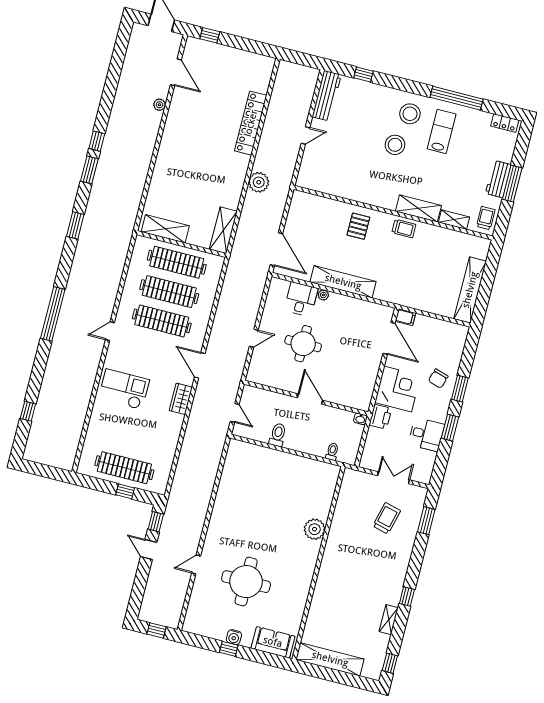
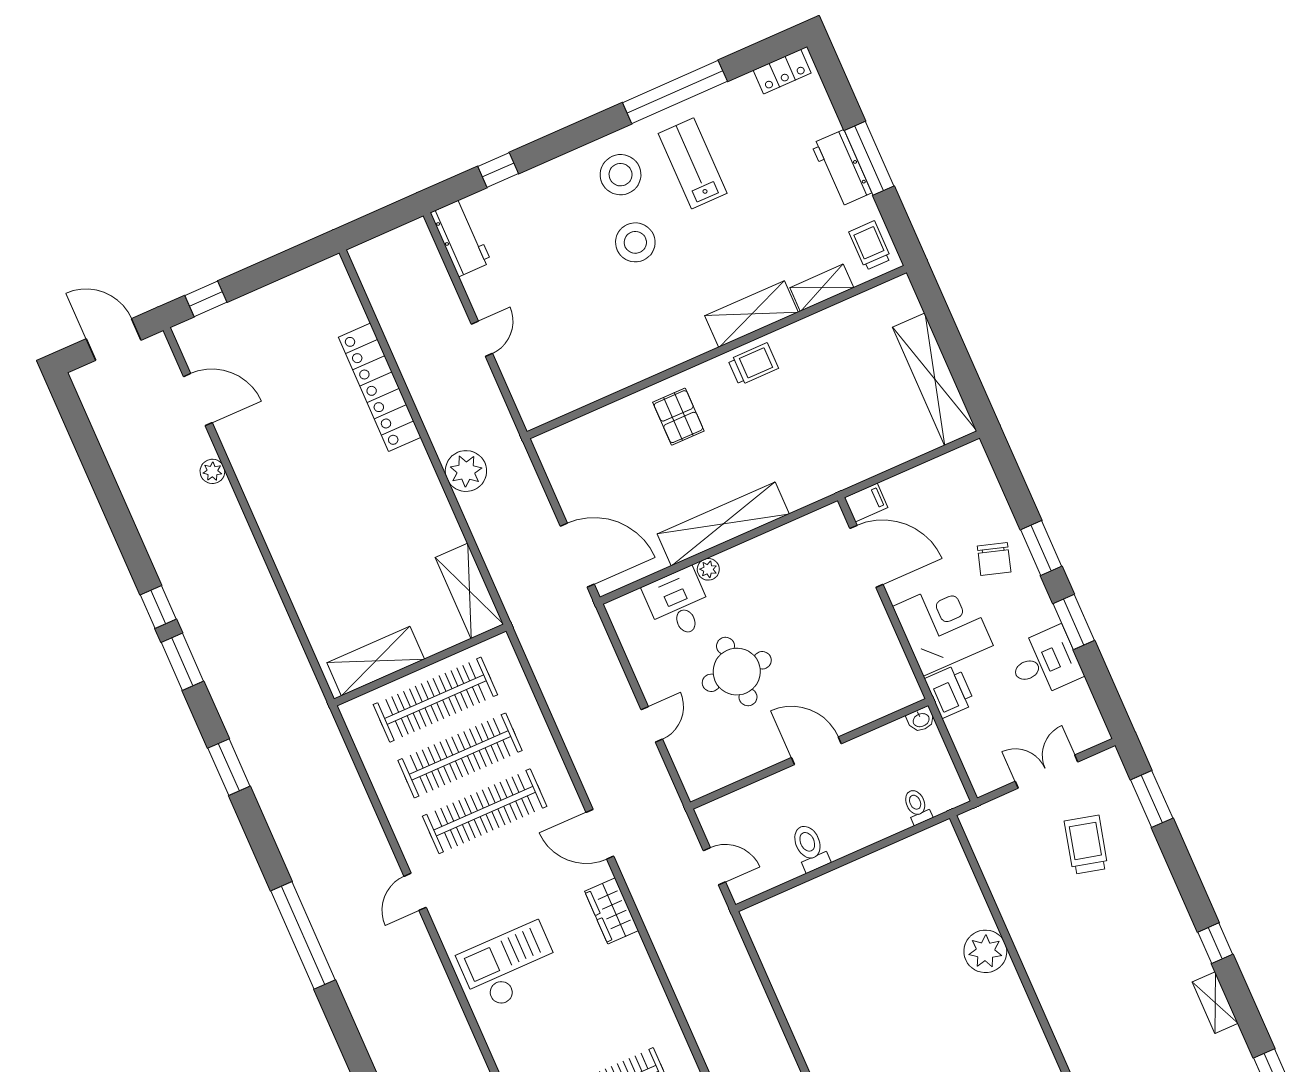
workbench: (327, 96) -> (461, 237), width x0.73

